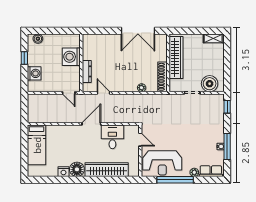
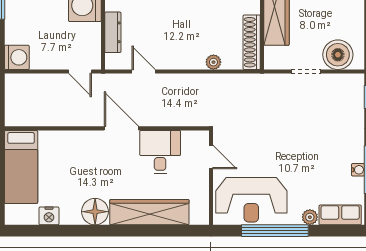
washing machine: (34, 73) -> (17, 57), moved
door: (91, 124) -> (121, 128), hinge flipped
nightstand: (63, 172) -> (49, 216), moved

